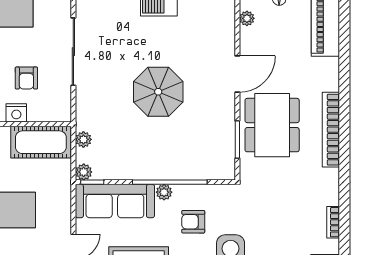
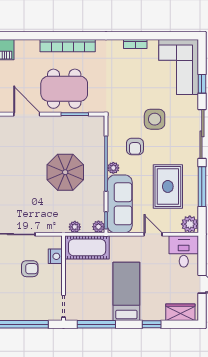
parasol: (158, 92) -> (65, 172), moved
nightstand: (16, 113) -> (55, 256), moved
cot: (41, 142) -> (87, 247), moved, turned 90

